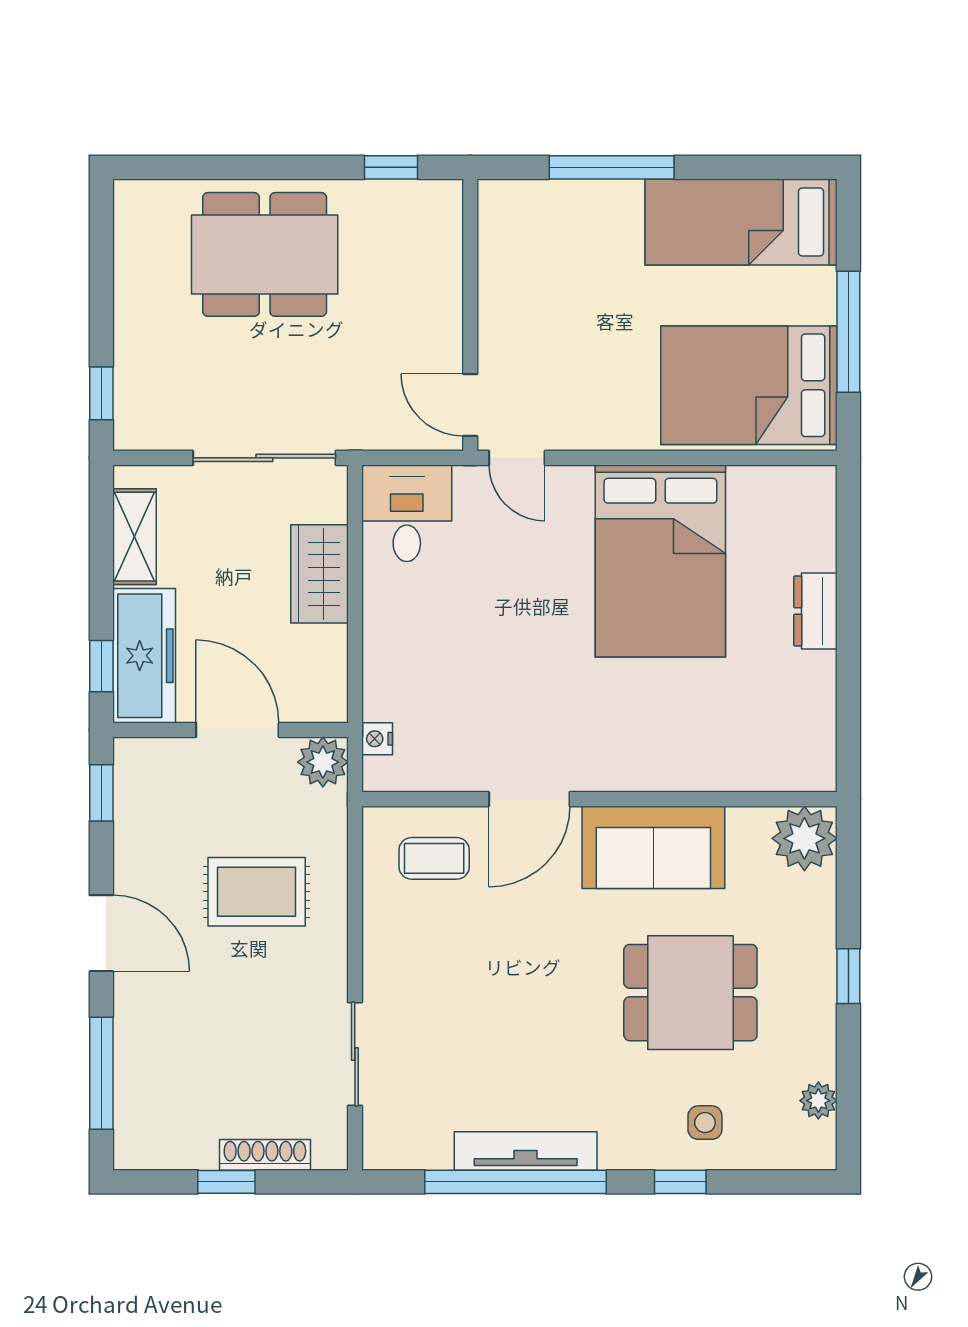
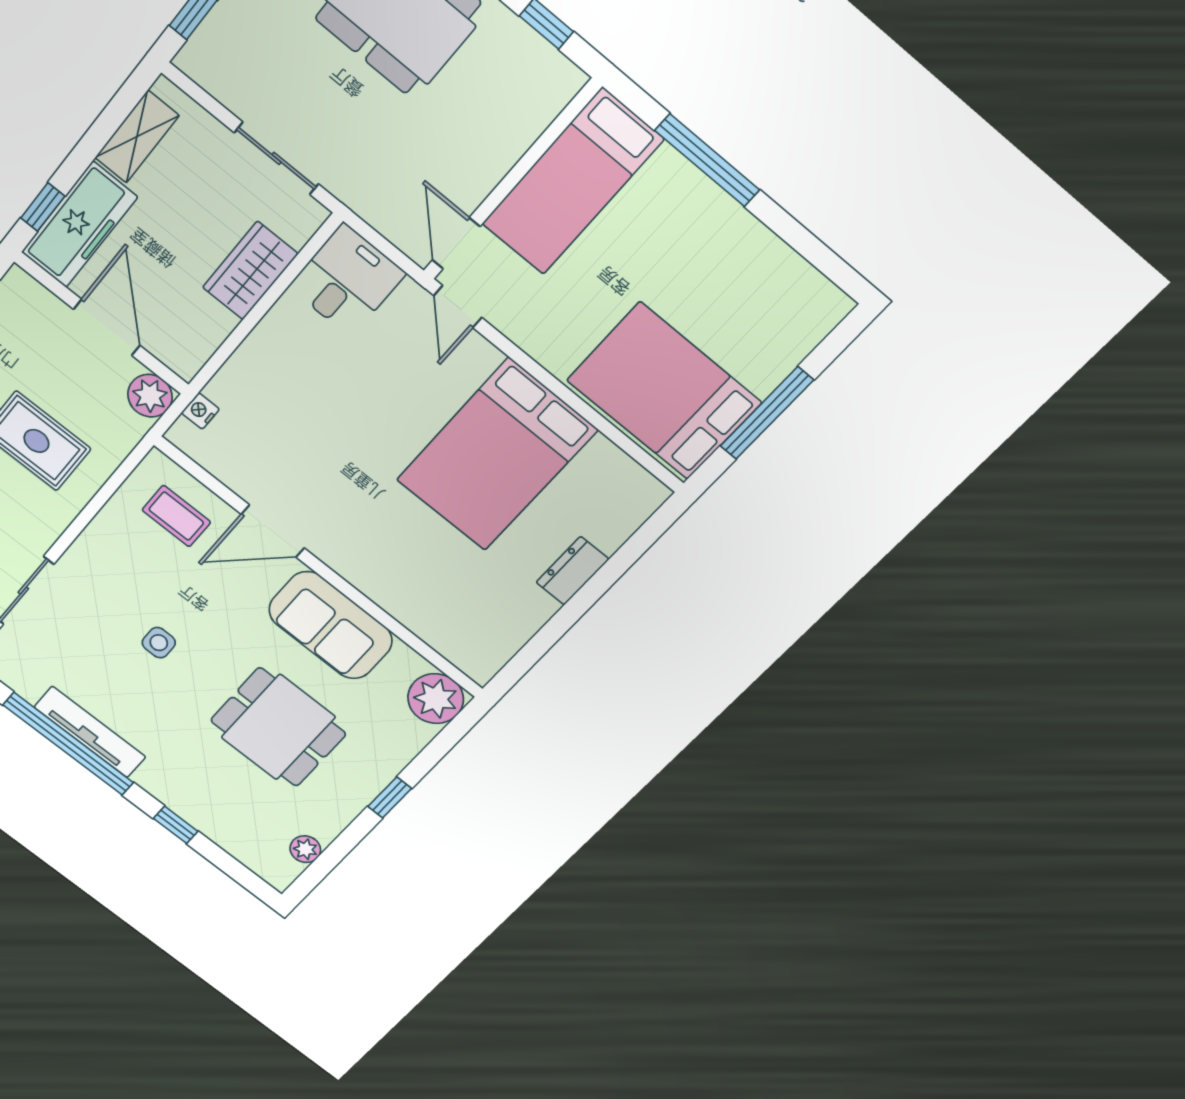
bed: (741, 222) -> (572, 182), moved, turned -90
sliding door: (264, 458) -> (276, 158), width x0.73
side table: (705, 1123) -> (159, 643), moved

